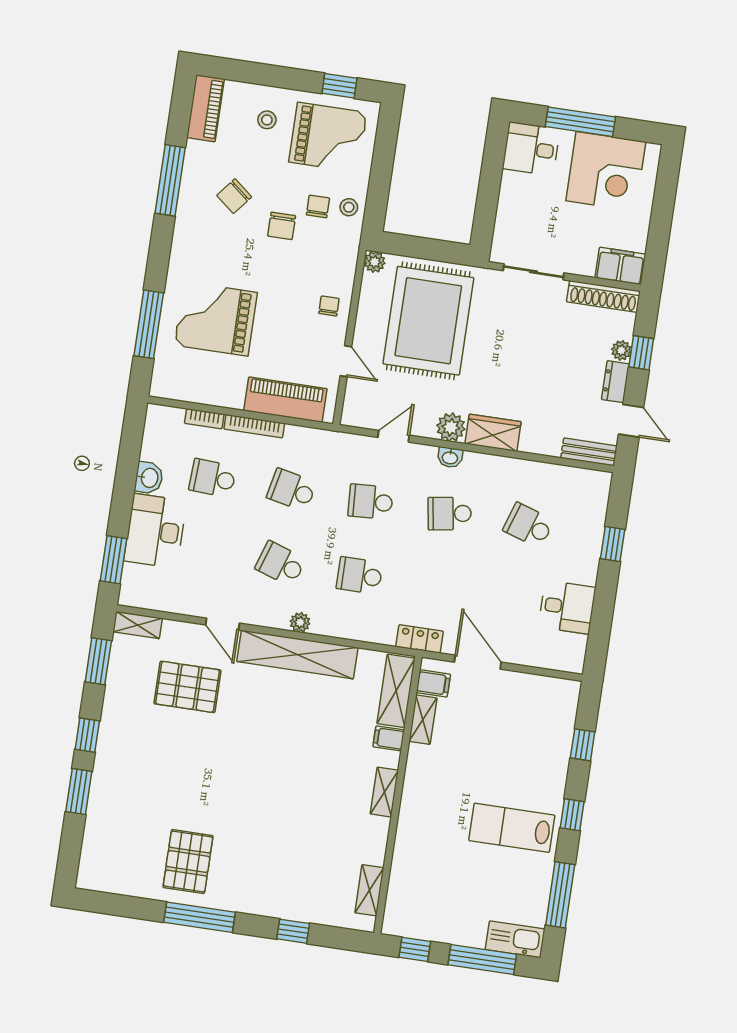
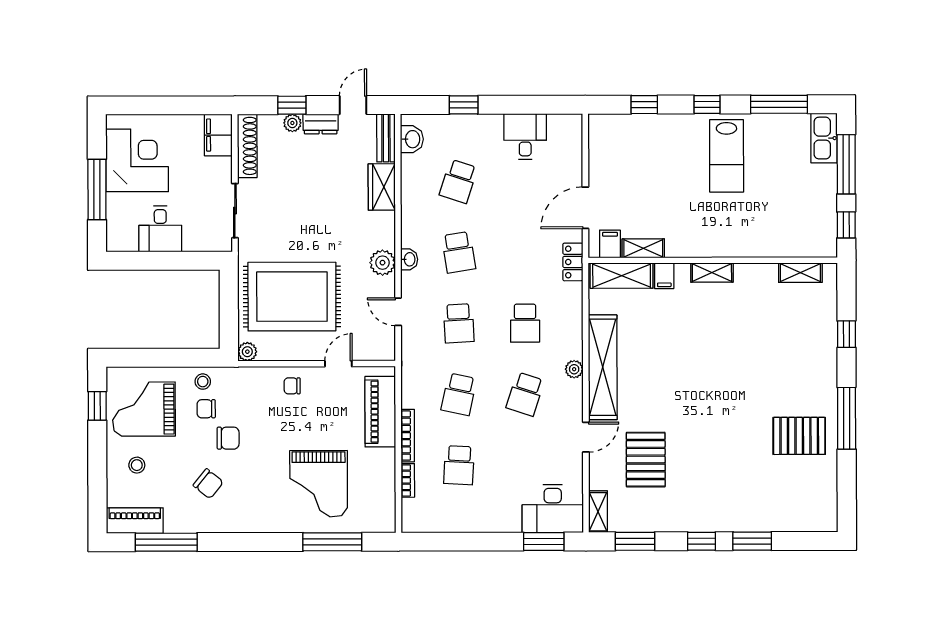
grand piano: (328, 137) -> (144, 409), turned -90
desk: (531, 149) -> (160, 229), moved
window: (170, 180) -> (166, 542), moved
wardrobe: (493, 433) -> (382, 187), moved
washbasin: (149, 478) -> (412, 139), moved, turned 90
desk: (155, 531) -> (553, 509), moved

